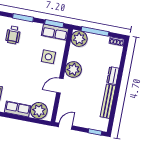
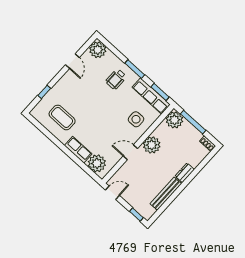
row of seats: (55, 32) -> (151, 96), width x1.48

